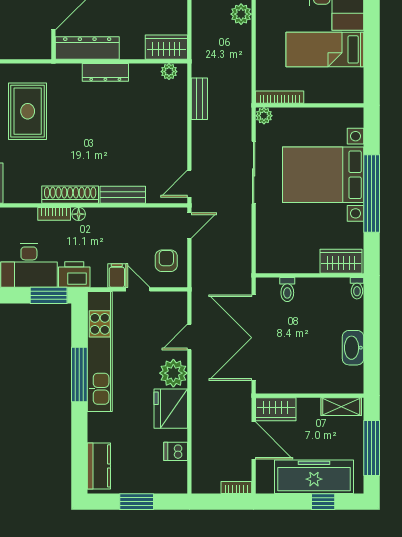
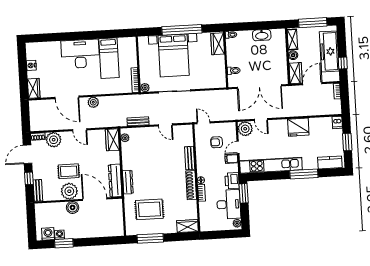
dresser: (105, 72) -> (128, 182), moved
door: (189, 184) -> (165, 125), moved
armchair: (166, 261) -> (217, 142), moved
plant: (173, 373) -> (245, 129), moved
window: (79, 374) -> (304, 174), moved
boiler: (311, 406) -> (293, 55), added
dishwasher: (176, 451) -> (337, 122), moved
window: (323, 502) -> (343, 63), moved

